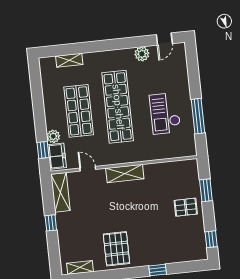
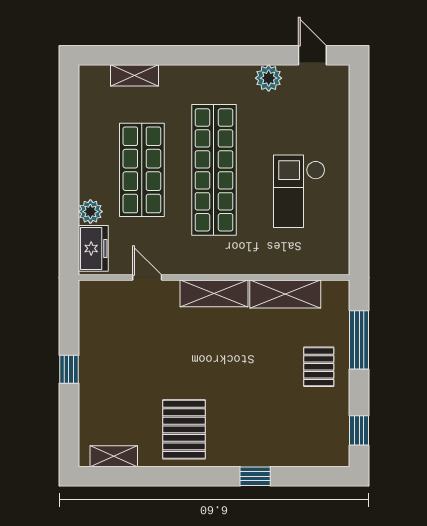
door: (164, 39) -> (312, 55), swing flipped
window: (198, 116) -> (359, 203), removed
window: (43, 150) -> (69, 234), removed
window: (206, 190) -> (359, 340), width x1.44
shelving: (60, 192) -> (285, 294), moved, turned 90
pallet: (186, 207) -> (319, 367), turned 90

